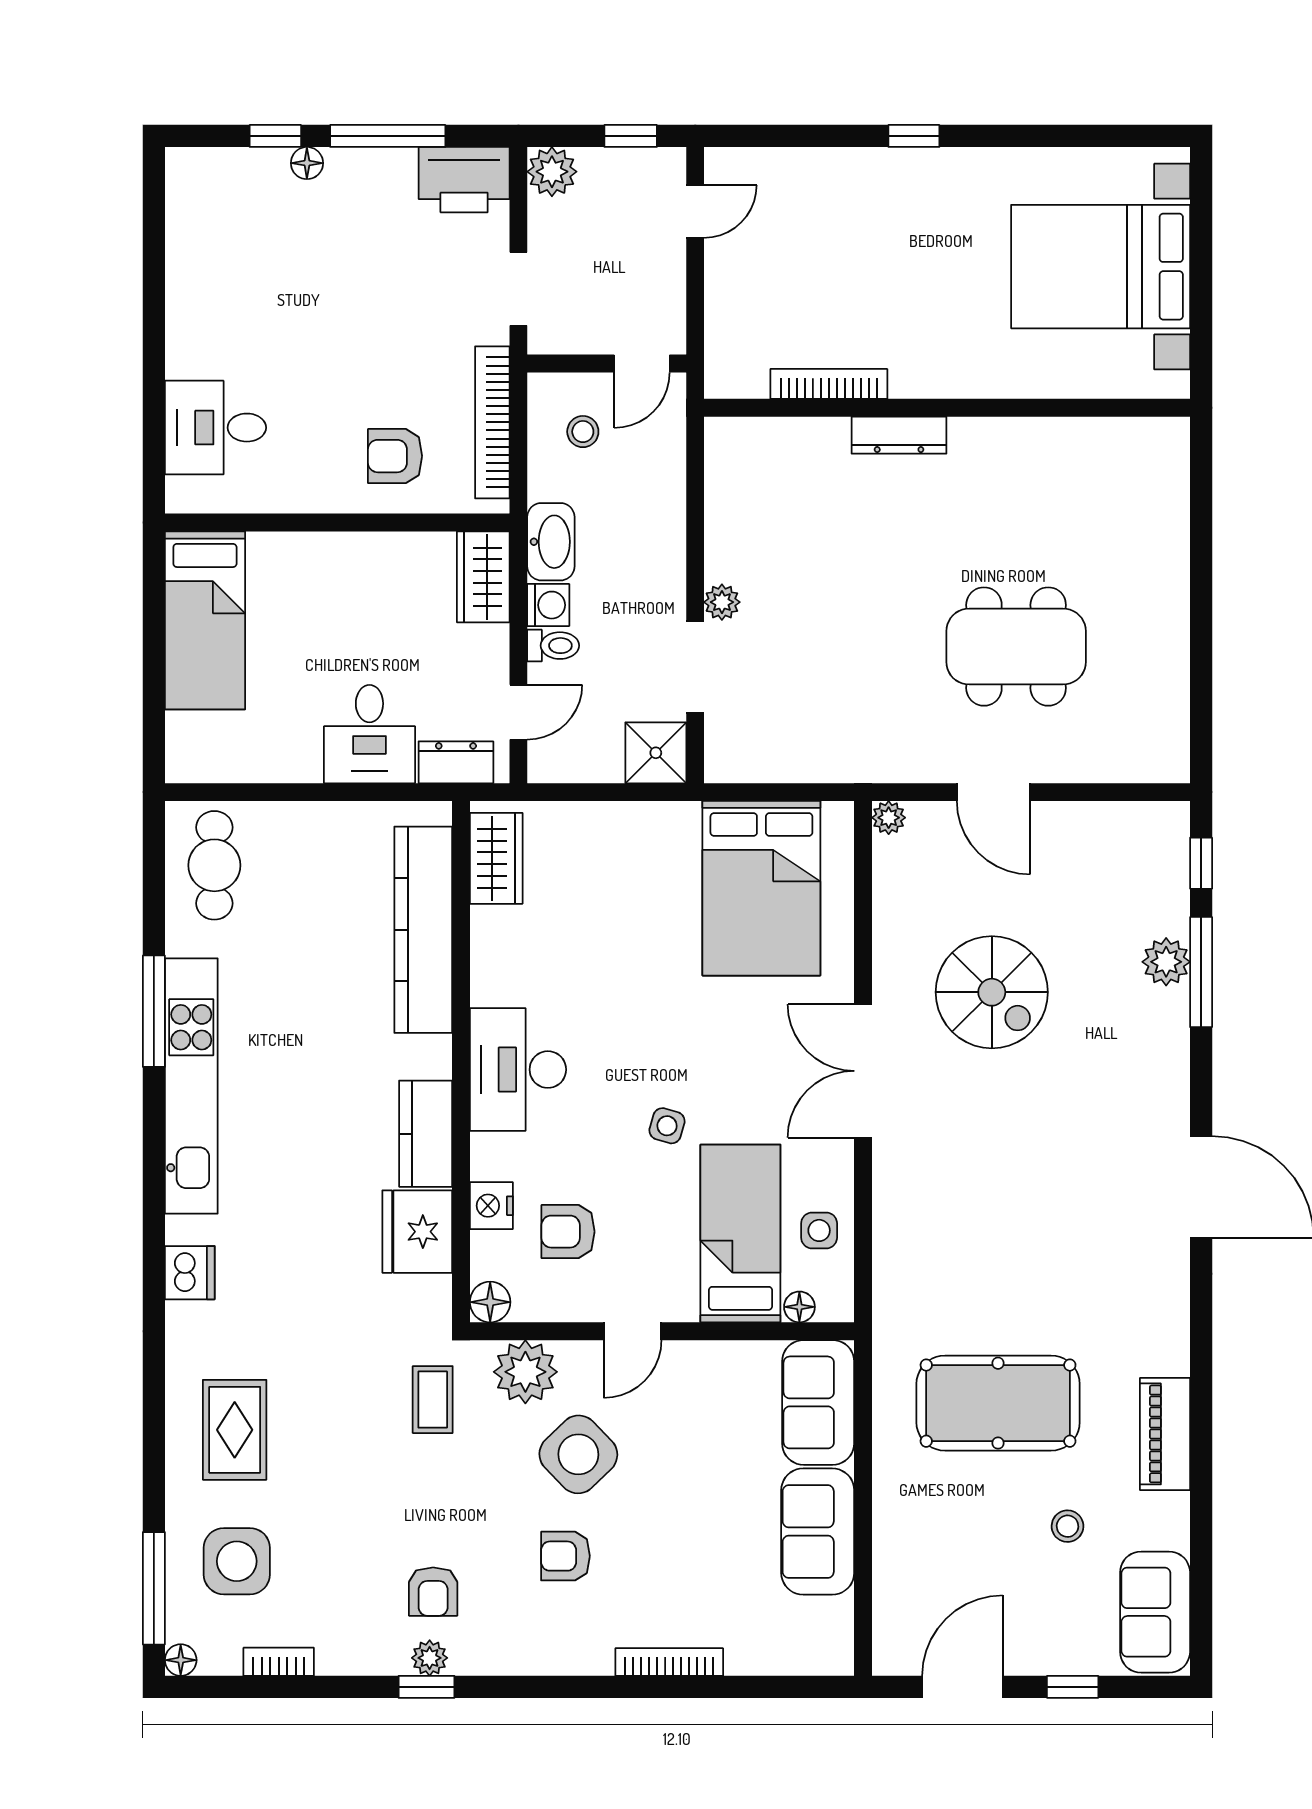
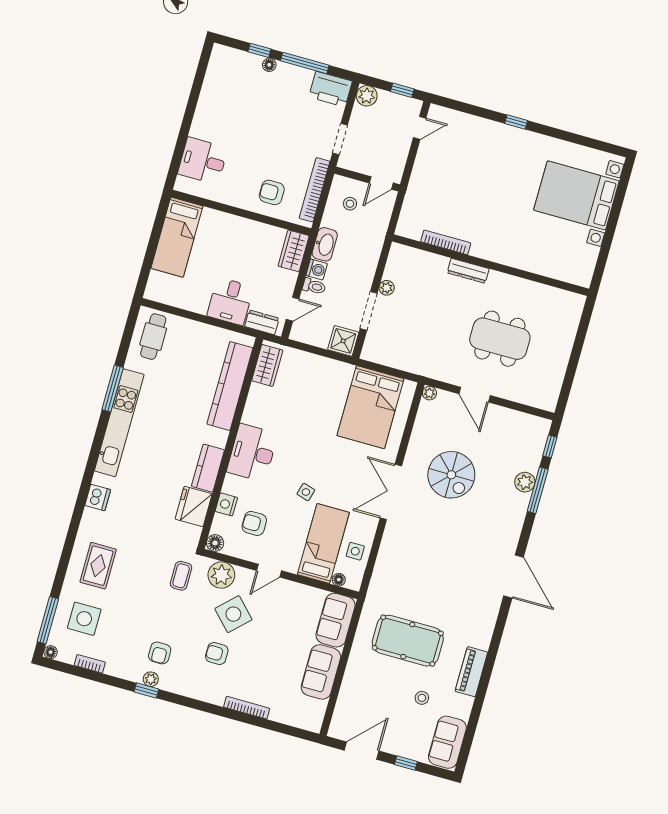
bookcase: (829, 384) -> (446, 242), moved
wall: (947, 408) -> (491, 265), moved
dresser: (899, 435) -> (468, 271), moved

